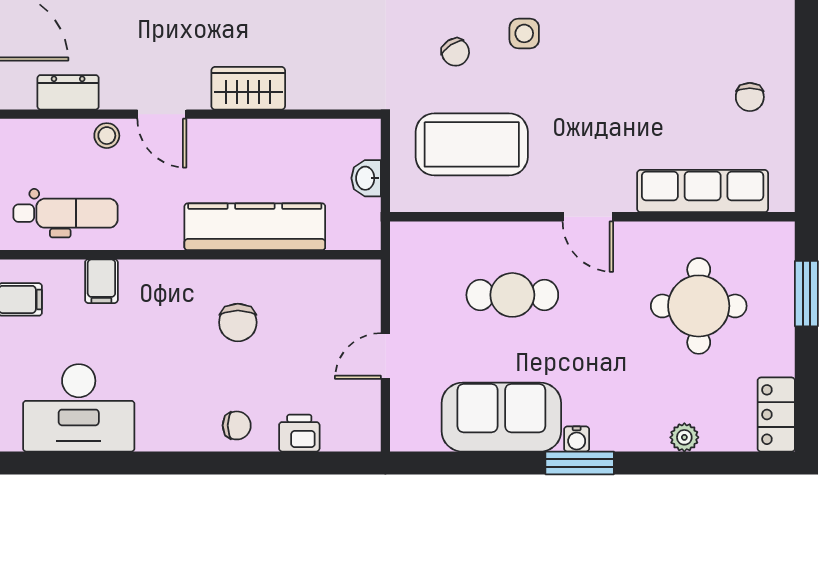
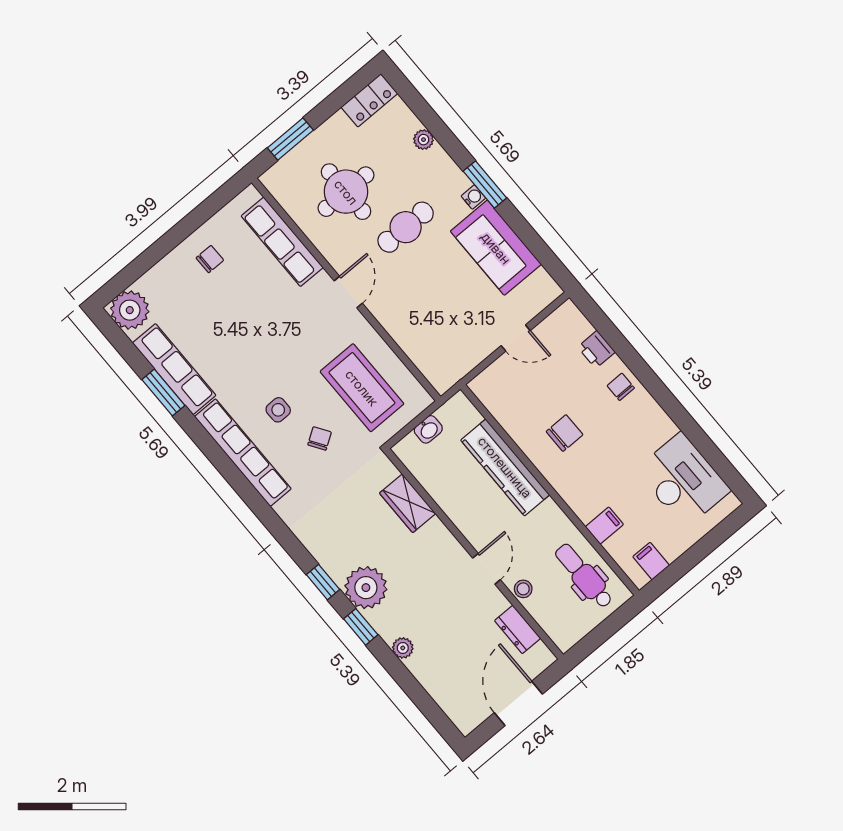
wardrobe: (248, 88) -> (407, 503), moved
cafe table: (512, 295) -> (406, 227), moved, turned 90

